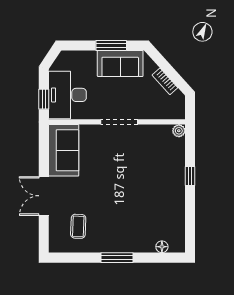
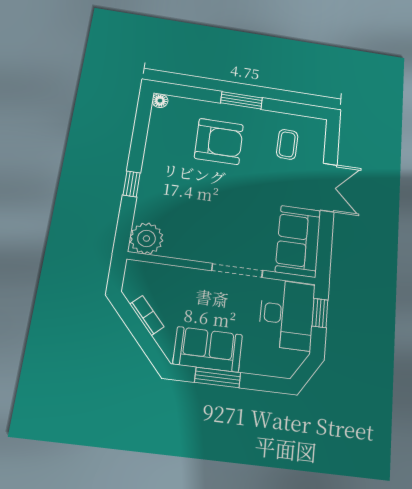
doorway: (119, 122) -> (237, 270), moved
plant: (179, 131) -> (146, 238), width x1.87, depth x1.87
armchair: (130, 220) -> (219, 141), added
floor lamp: (162, 247) -> (160, 101), moved

